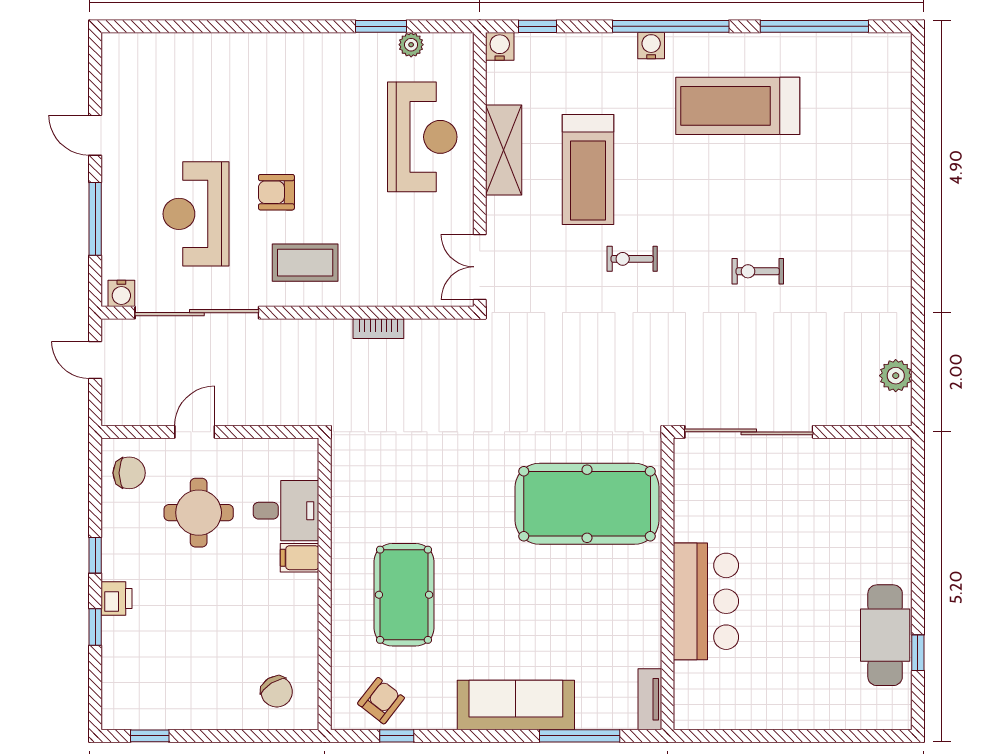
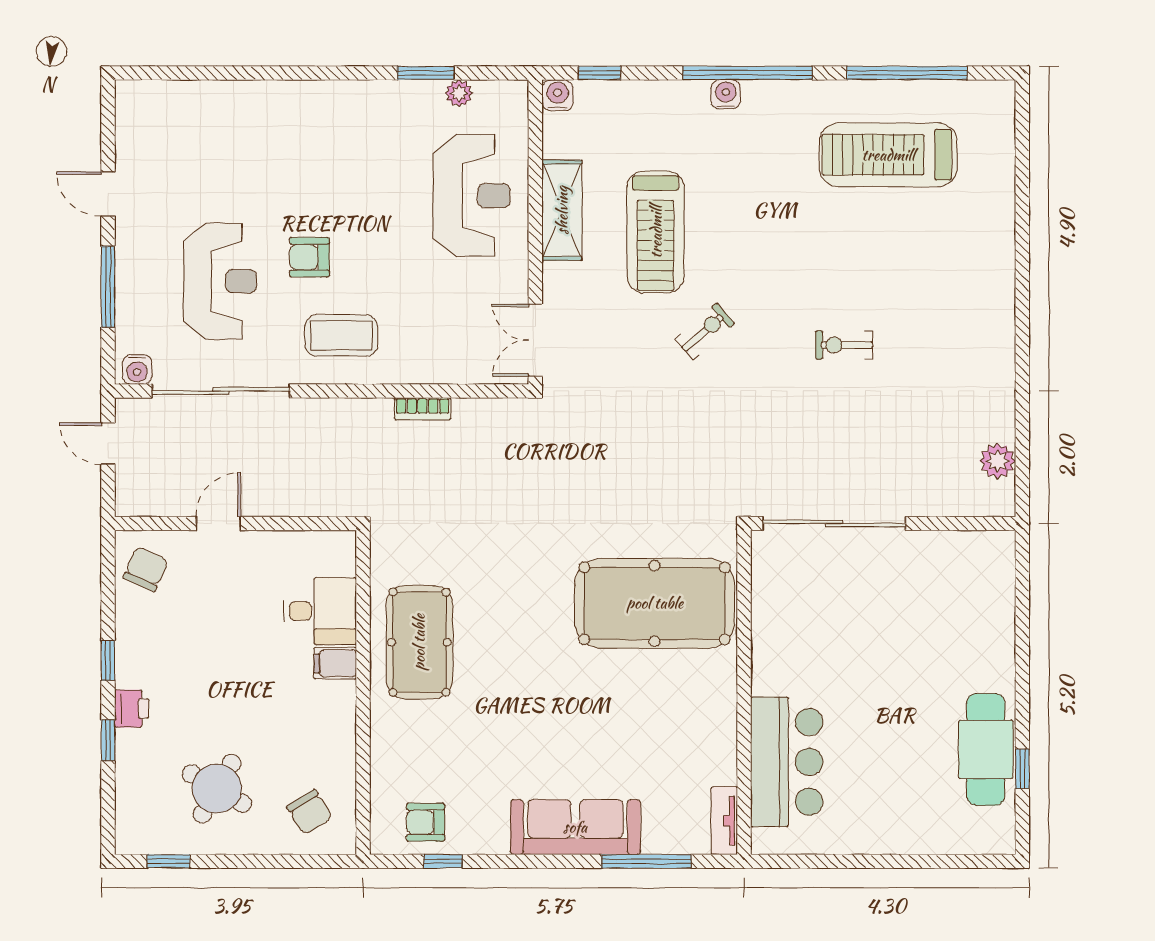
treadmill: (738, 106) -> (888, 155), moved
reception desk: (196, 214) -> (220, 281), turned 180
exercise bike: (632, 259) -> (705, 331), turned 139
chair: (129, 473) -> (146, 569), turned -66
round table: (199, 513) -> (217, 789), moved, turned 30
pool table: (404, 595) -> (419, 642), moved
bar counter: (706, 601) -> (787, 762), moved
armchair: (381, 701) -> (426, 822), turned -128

